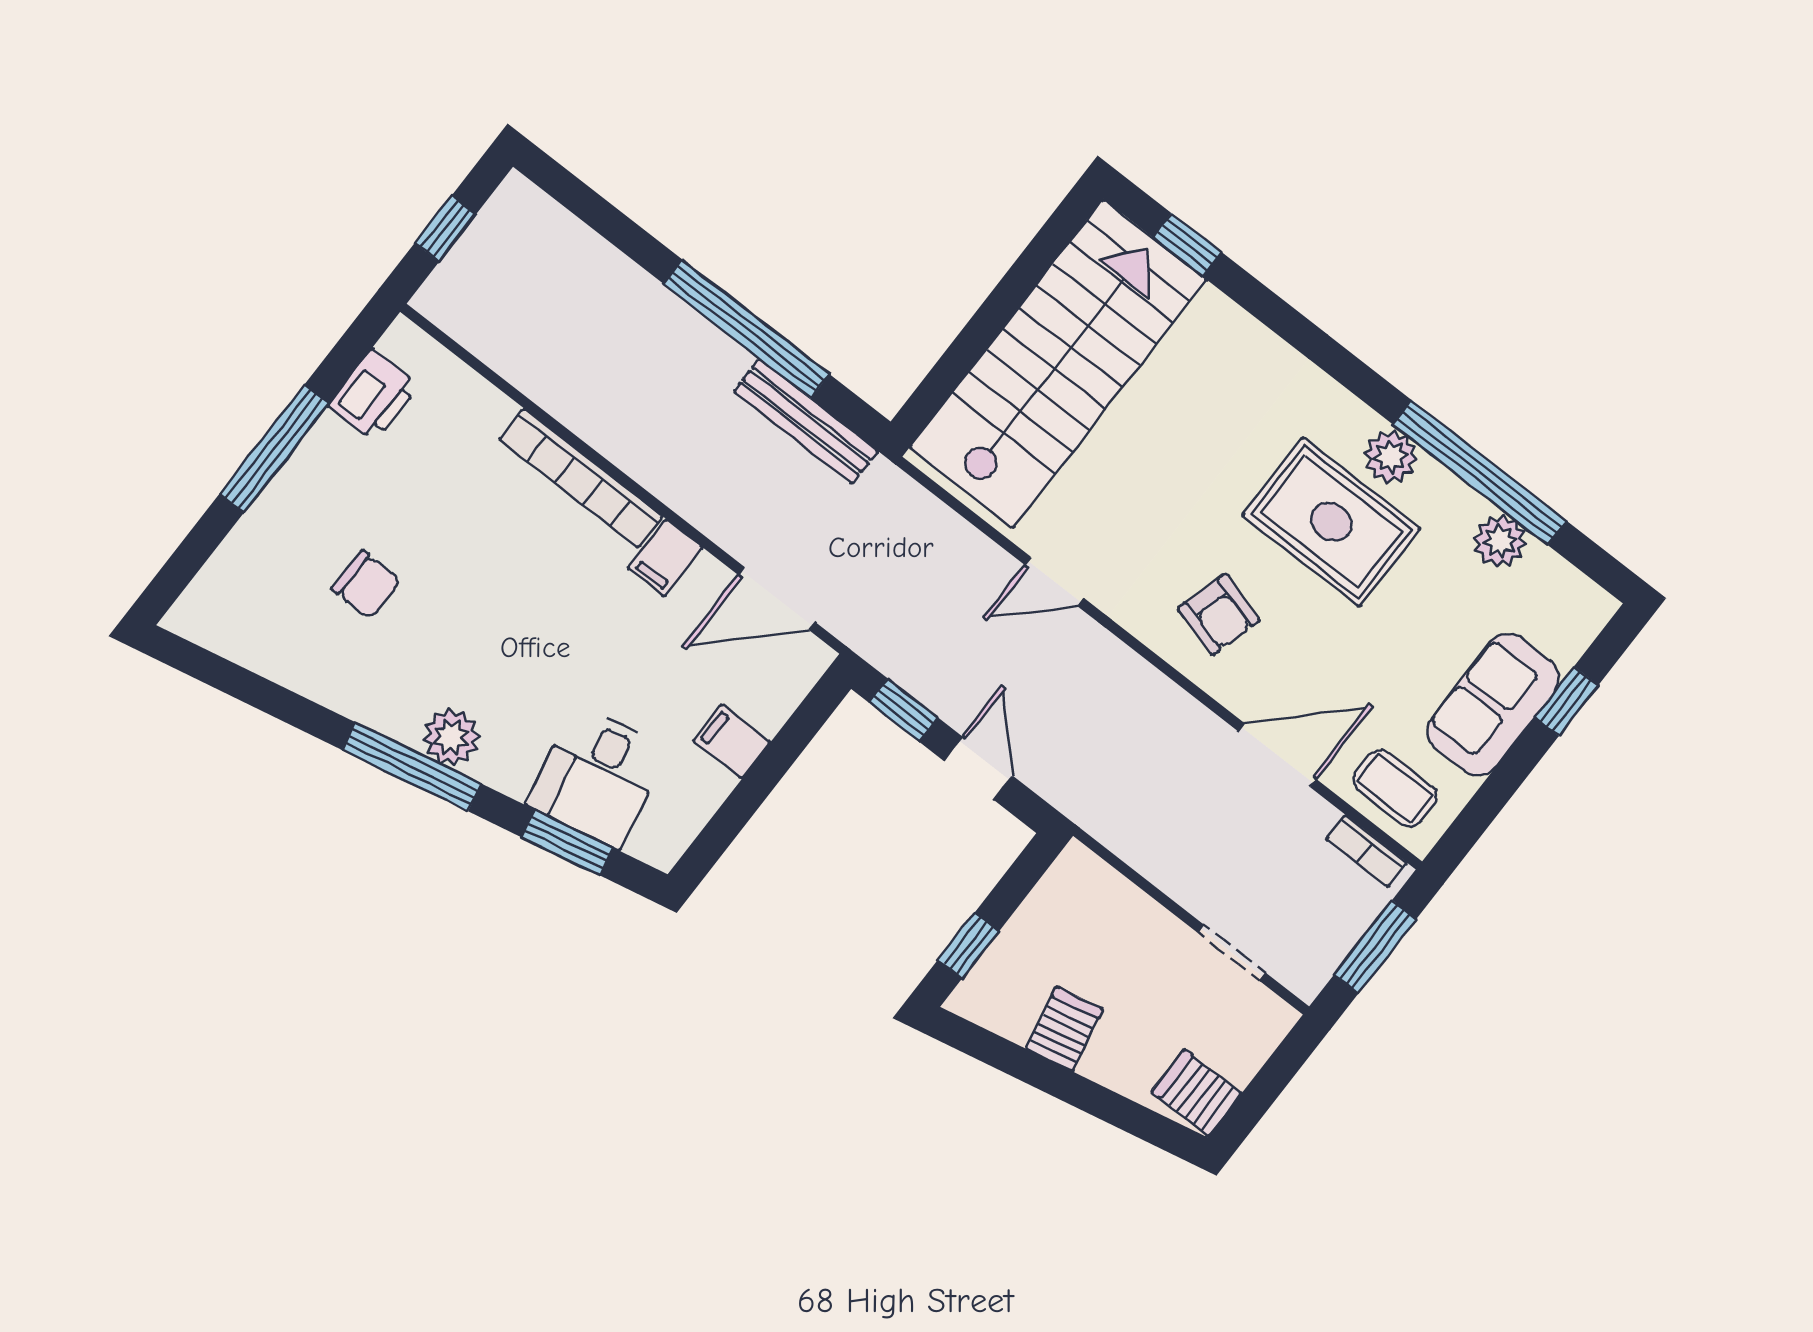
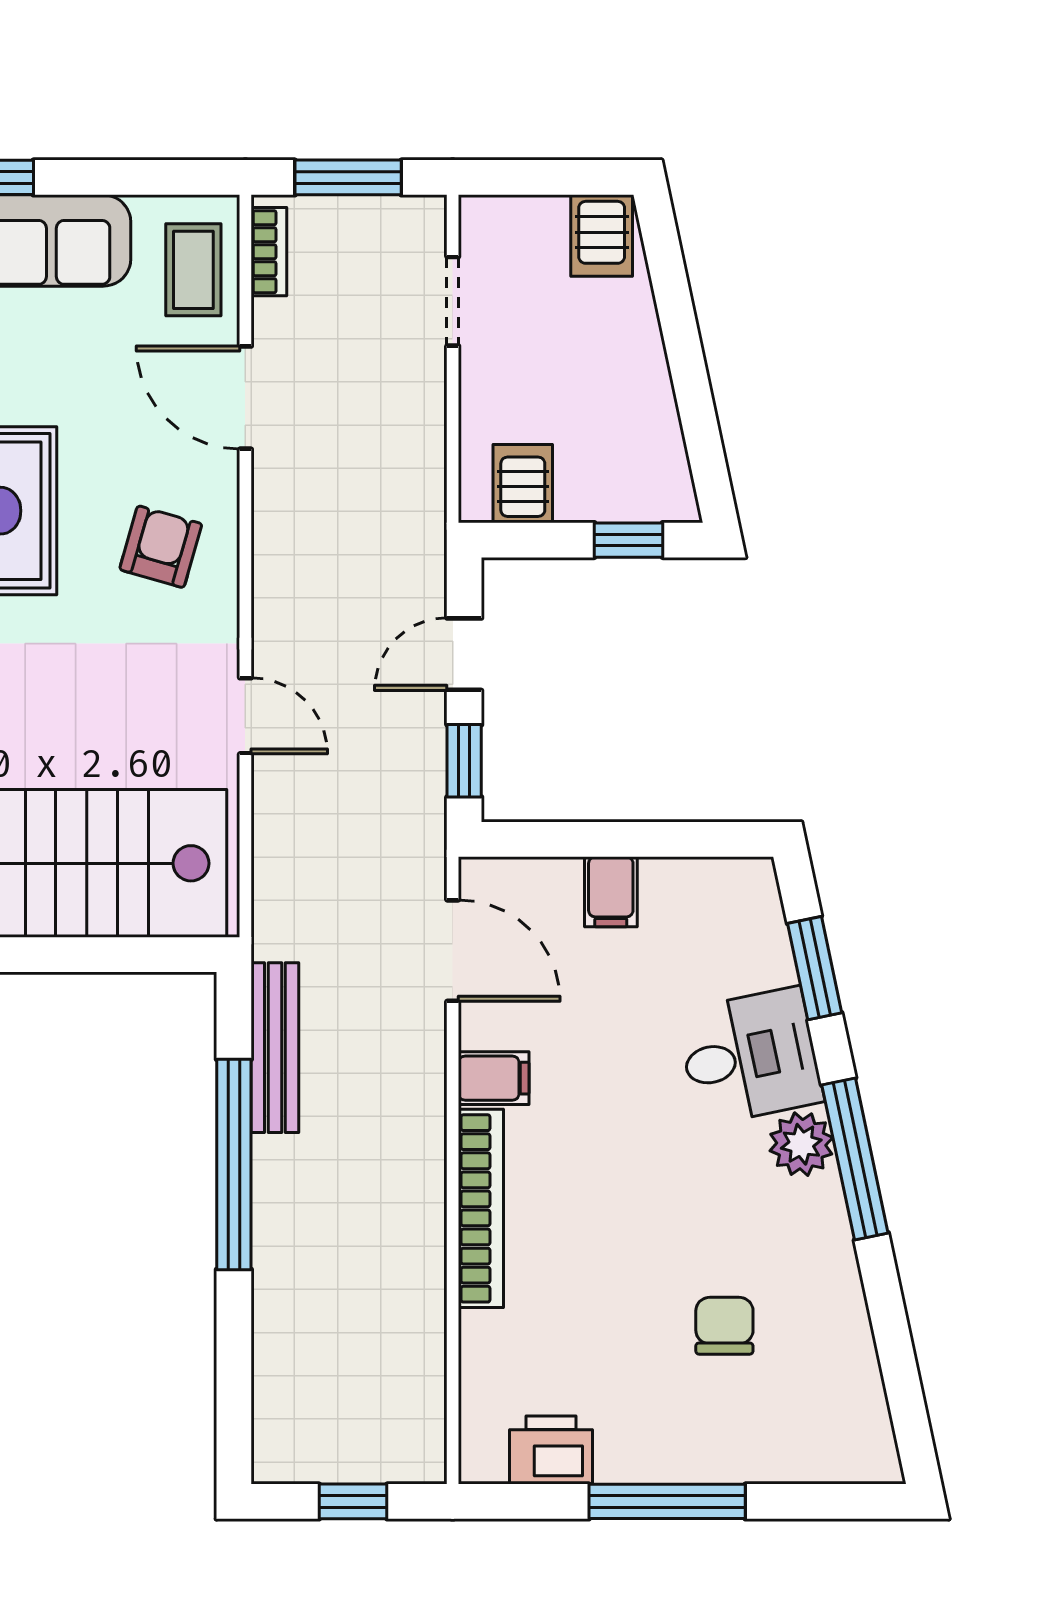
desk: (597, 777) -> (750, 1056), moved
server rack: (1065, 1029) -> (523, 484), moved, turned 102

